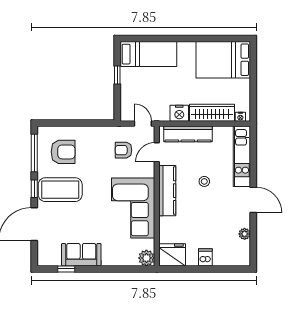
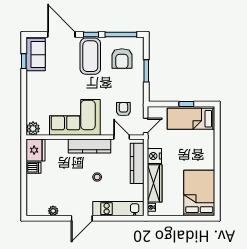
bed: (148, 54) -> (191, 119), moved, turned 90
window: (78, 123) -> (146, 71), added
sofa: (81, 255) -> (36, 55), moved
dishwasher: (205, 257) -> (33, 168), moved

